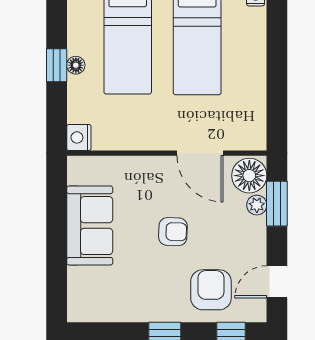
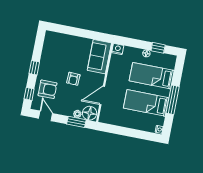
window: (57, 65) -> (158, 48), moved
sofa: (90, 226) -> (99, 57), moved, turned 90

